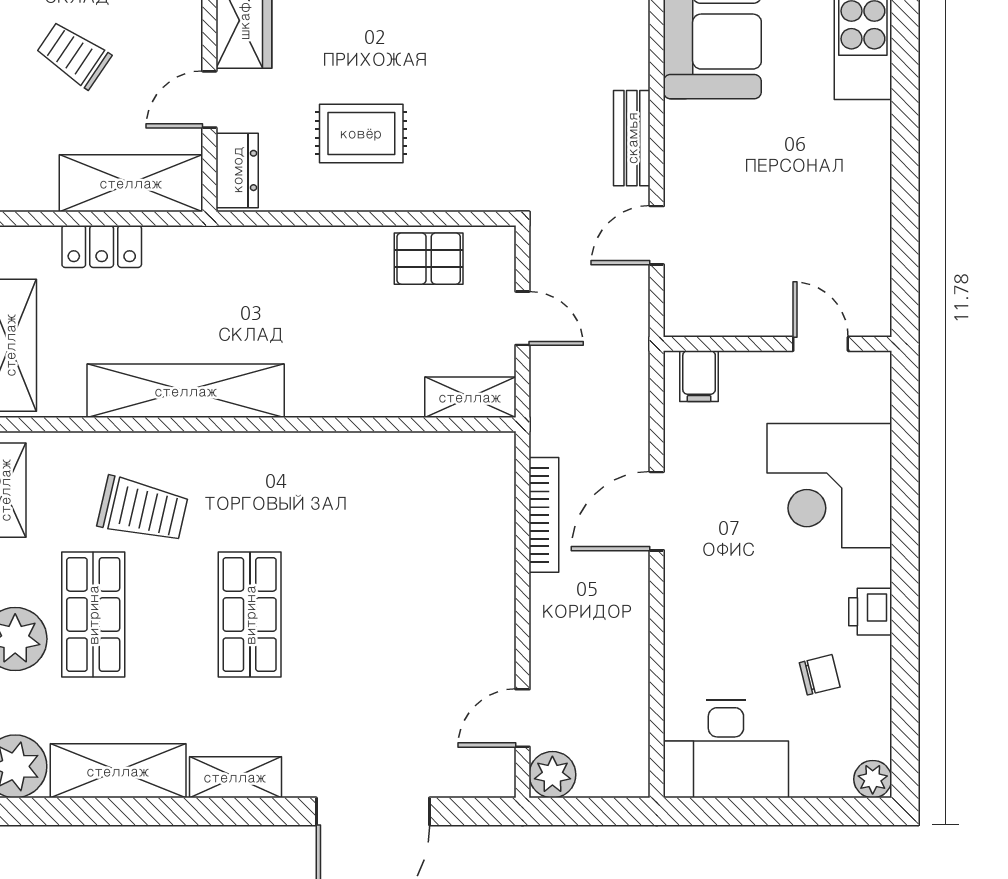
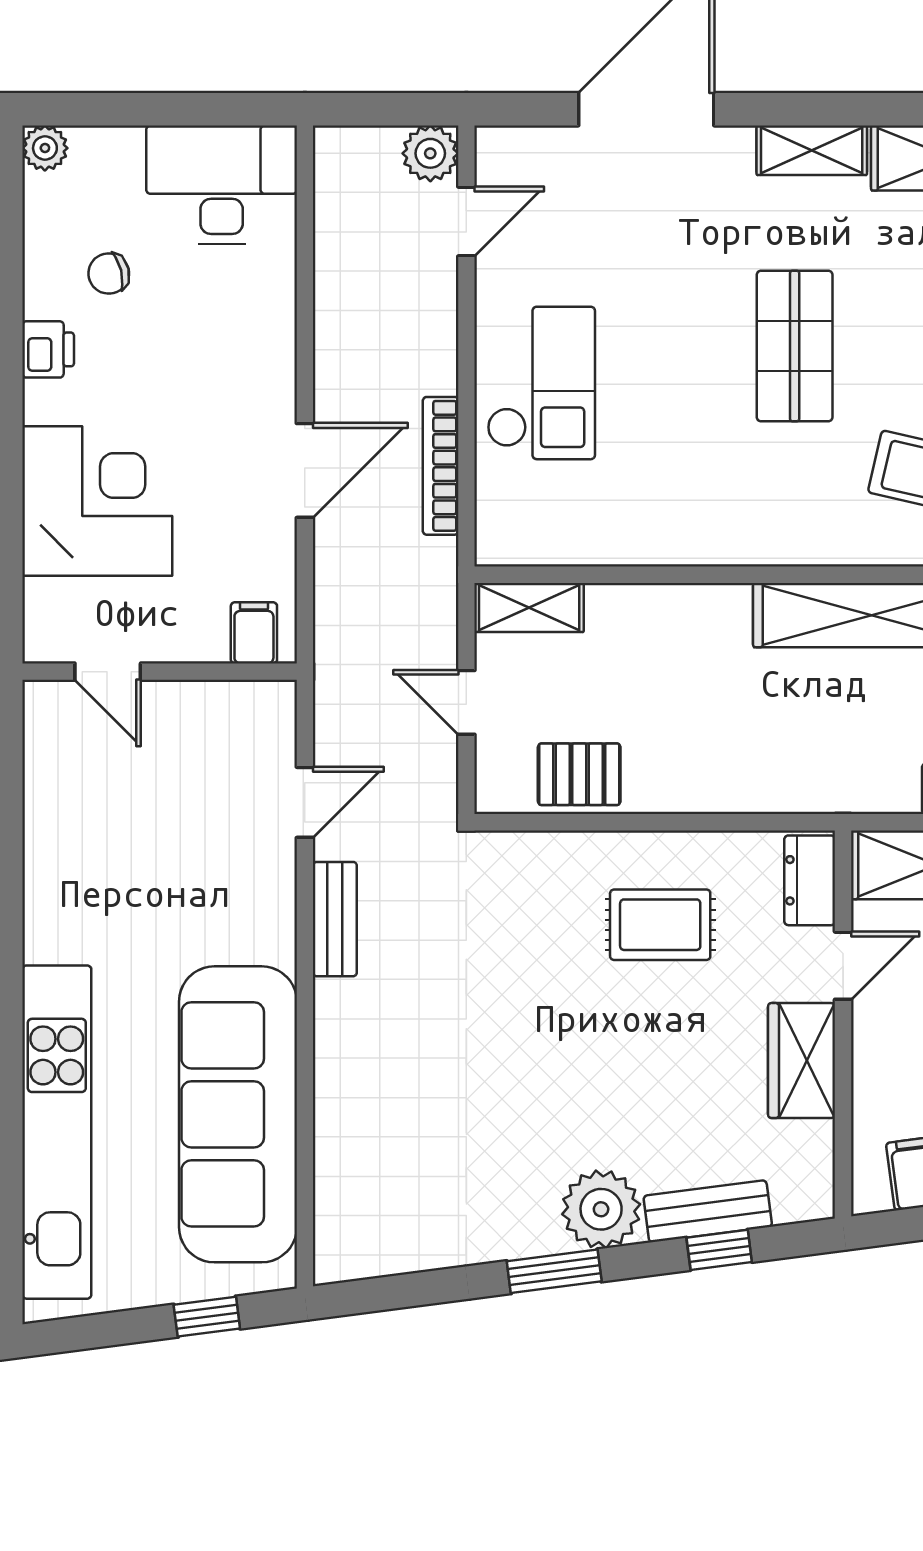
checkout: (460, 584) -> (541, 383), added

